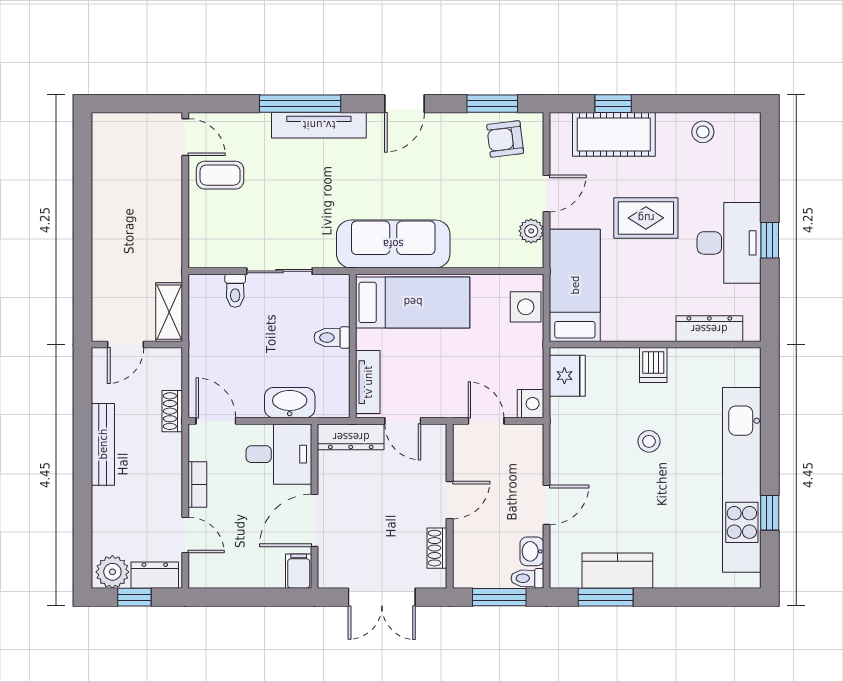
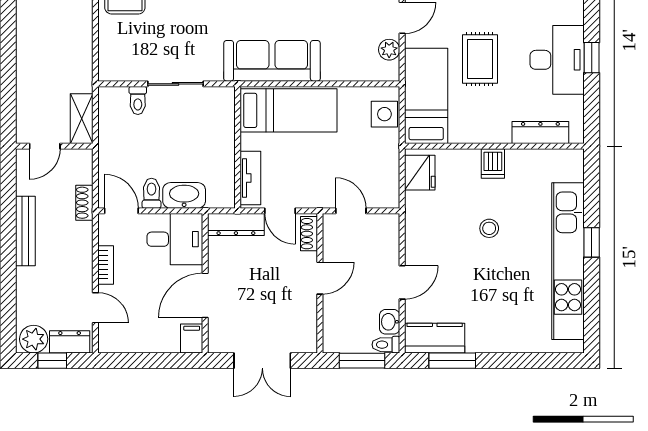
rug: (646, 218) -> (480, 59), moved, turned 90
toilet: (332, 337) -> (151, 193), moved, turned 90
nightstand: (530, 404) -> (389, 196), removed
window: (770, 513) -> (592, 242), moved
shoe rack: (437, 548) -> (309, 234), moved
kitchen counter: (617, 571) -> (435, 338), moved

